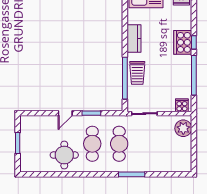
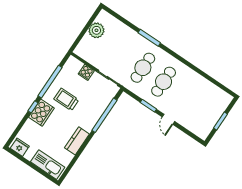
trolley: (137, 73) -> (66, 99), moved, turned -90
cooker: (182, 105) -> (86, 72), moved
door: (65, 113) -> (168, 119), swing flipped
plant: (183, 128) -> (96, 30), moved
round table: (64, 155) -> (191, 88), removed

